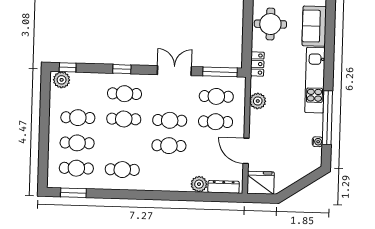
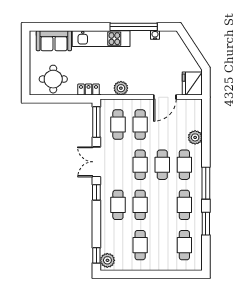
window: (122, 69) -> (96, 192), moved
cafe table: (77, 143) -> (184, 165), moved
dresser: (224, 187) -> (197, 116), removed
window: (73, 193) -> (206, 224), moved
window: (146, 195) -> (206, 183), added

